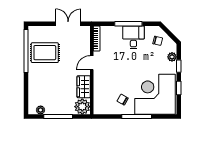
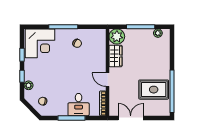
double door: (68, 24) -> (131, 118), swing flipped
desk: (133, 37) -> (79, 105), moved
door: (92, 63) -> (108, 80), swing flipped
corner desk: (155, 94) -> (40, 43), width x0.74, depth x0.74

